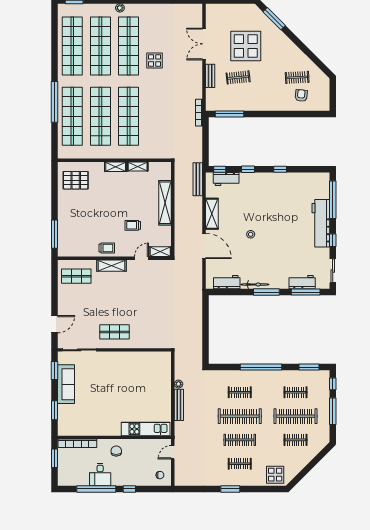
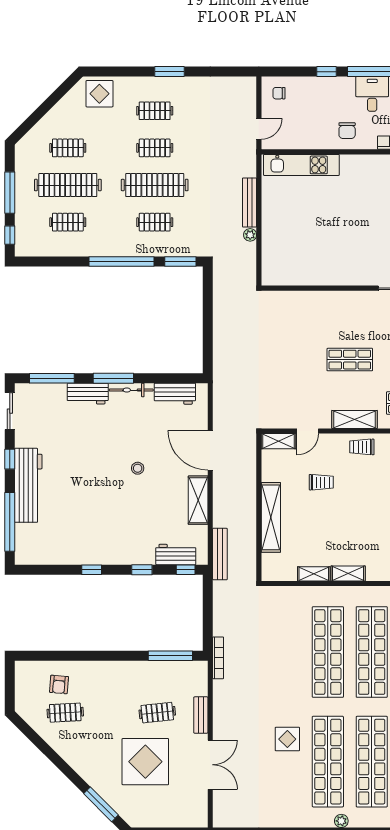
workbench: (302, 282) -> (88, 394), moved
shop shelf: (114, 332) -> (350, 360), moved
window: (309, 367) -> (180, 261), moved
clothes rail: (240, 440) -> (155, 148), width x0.73

